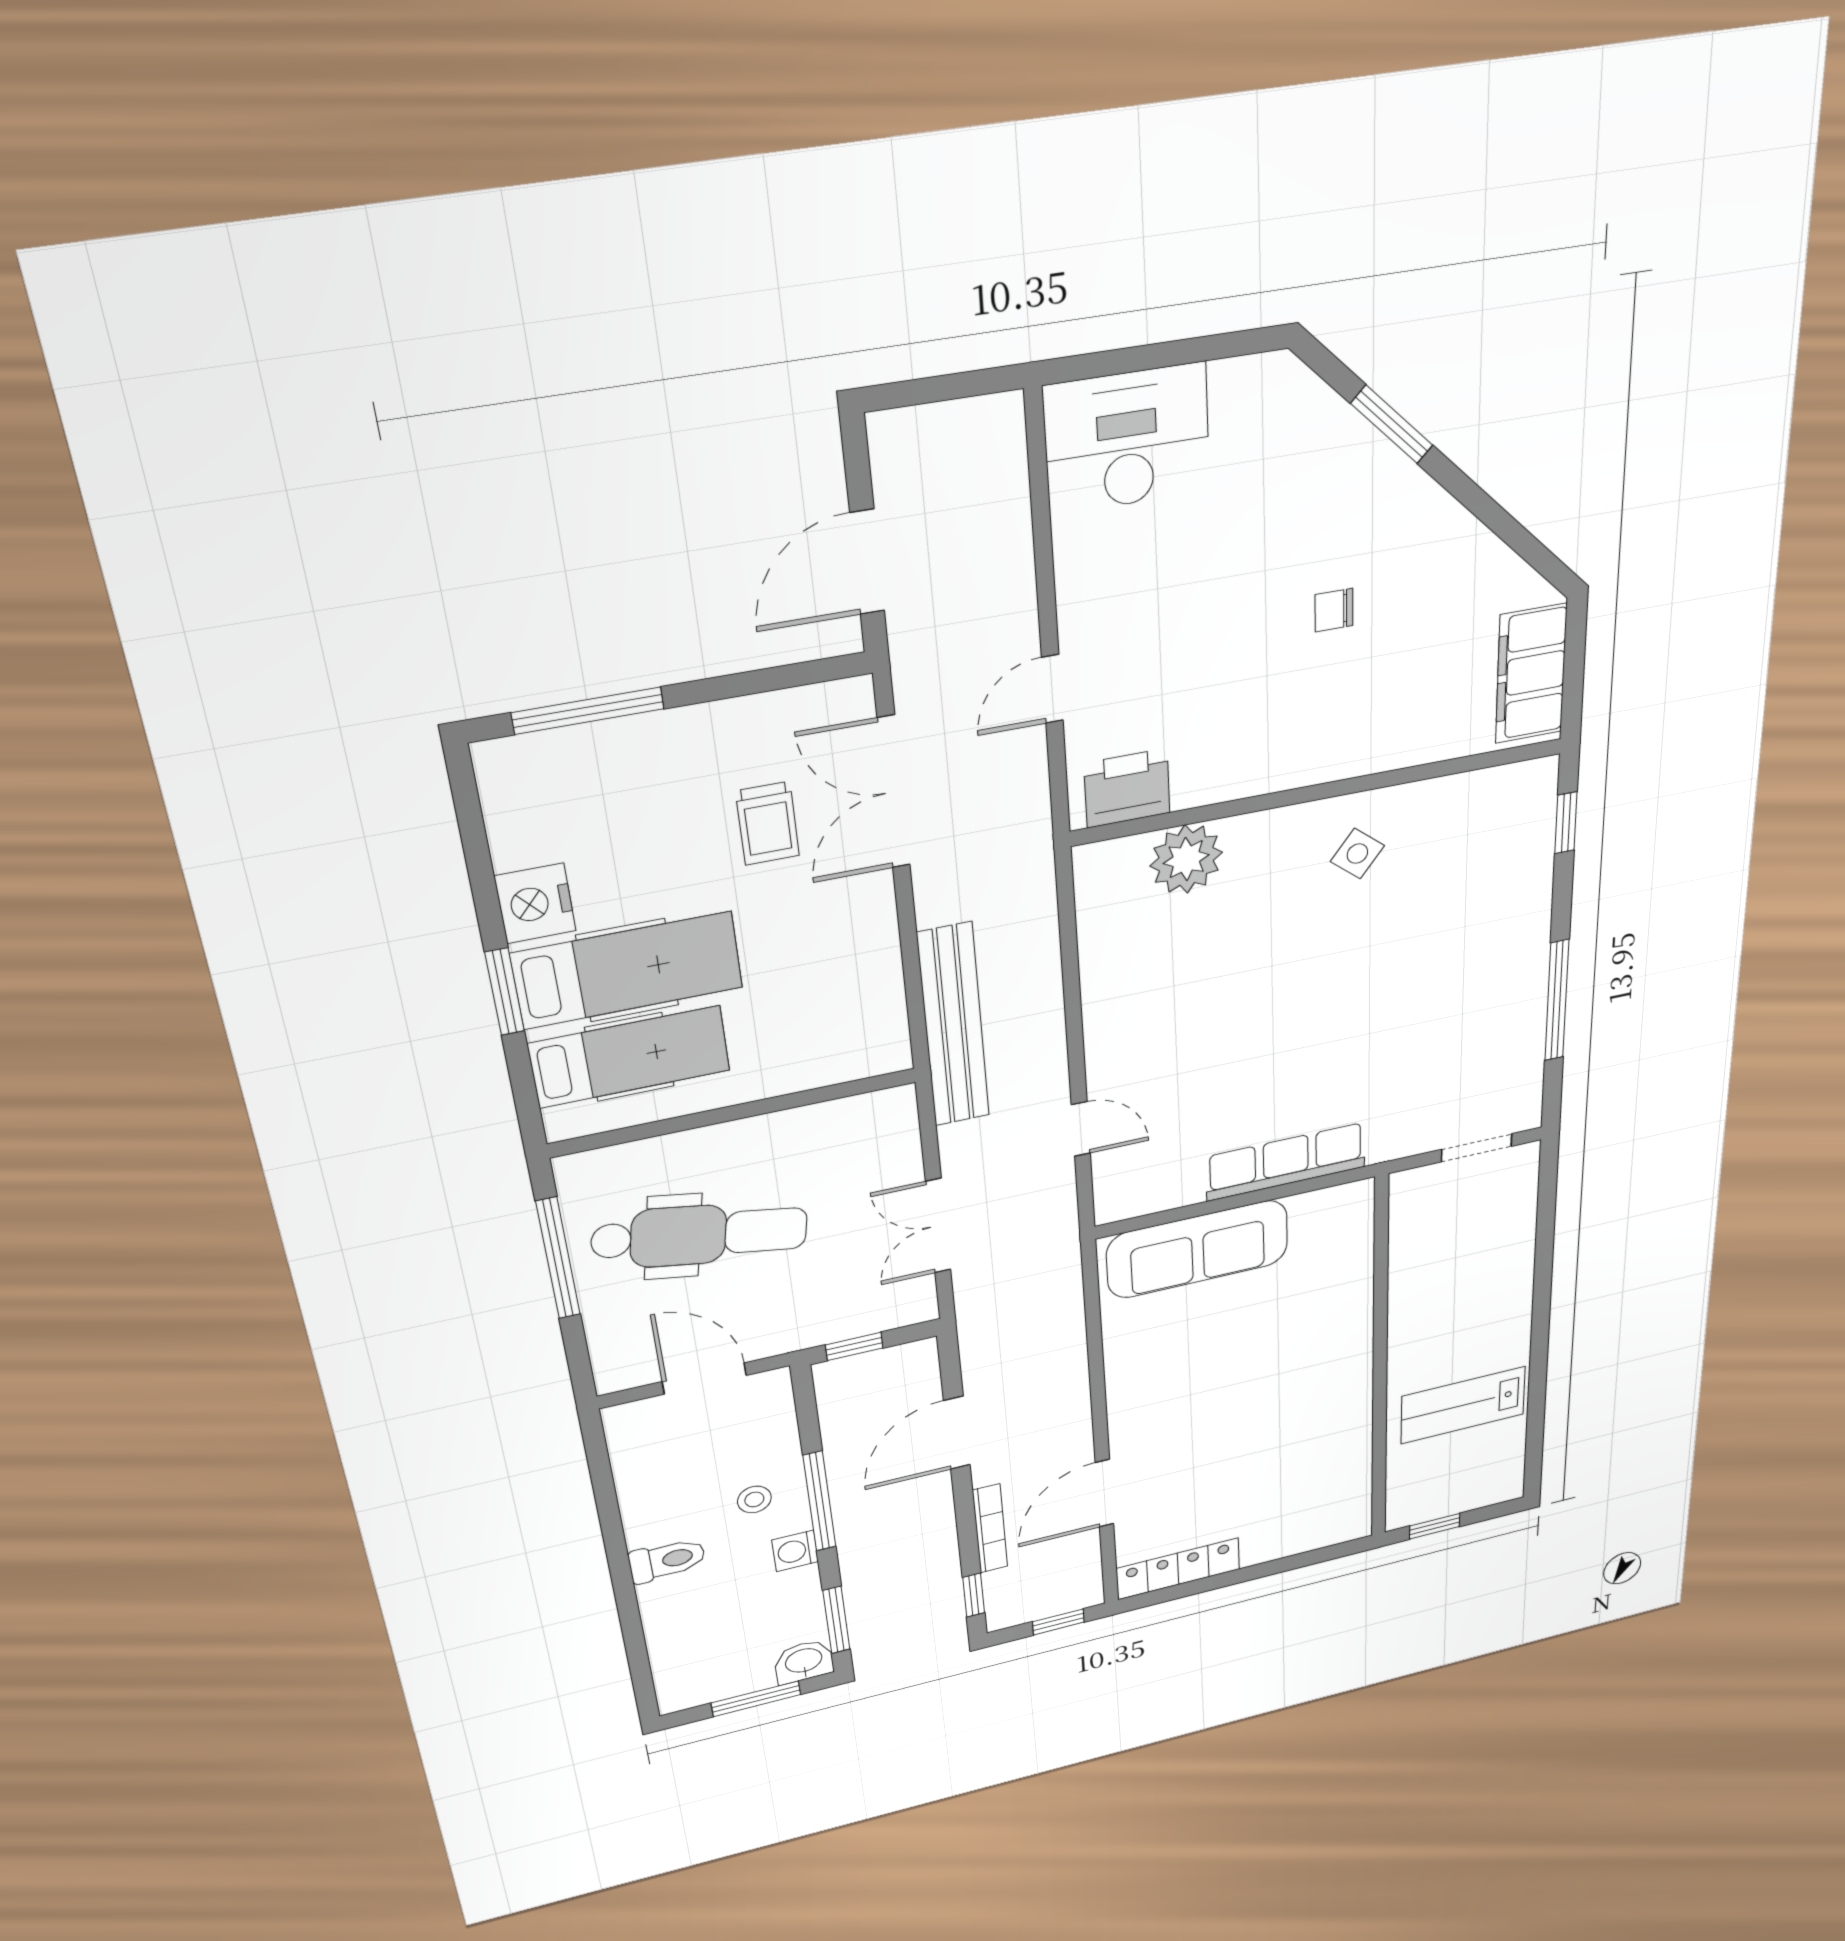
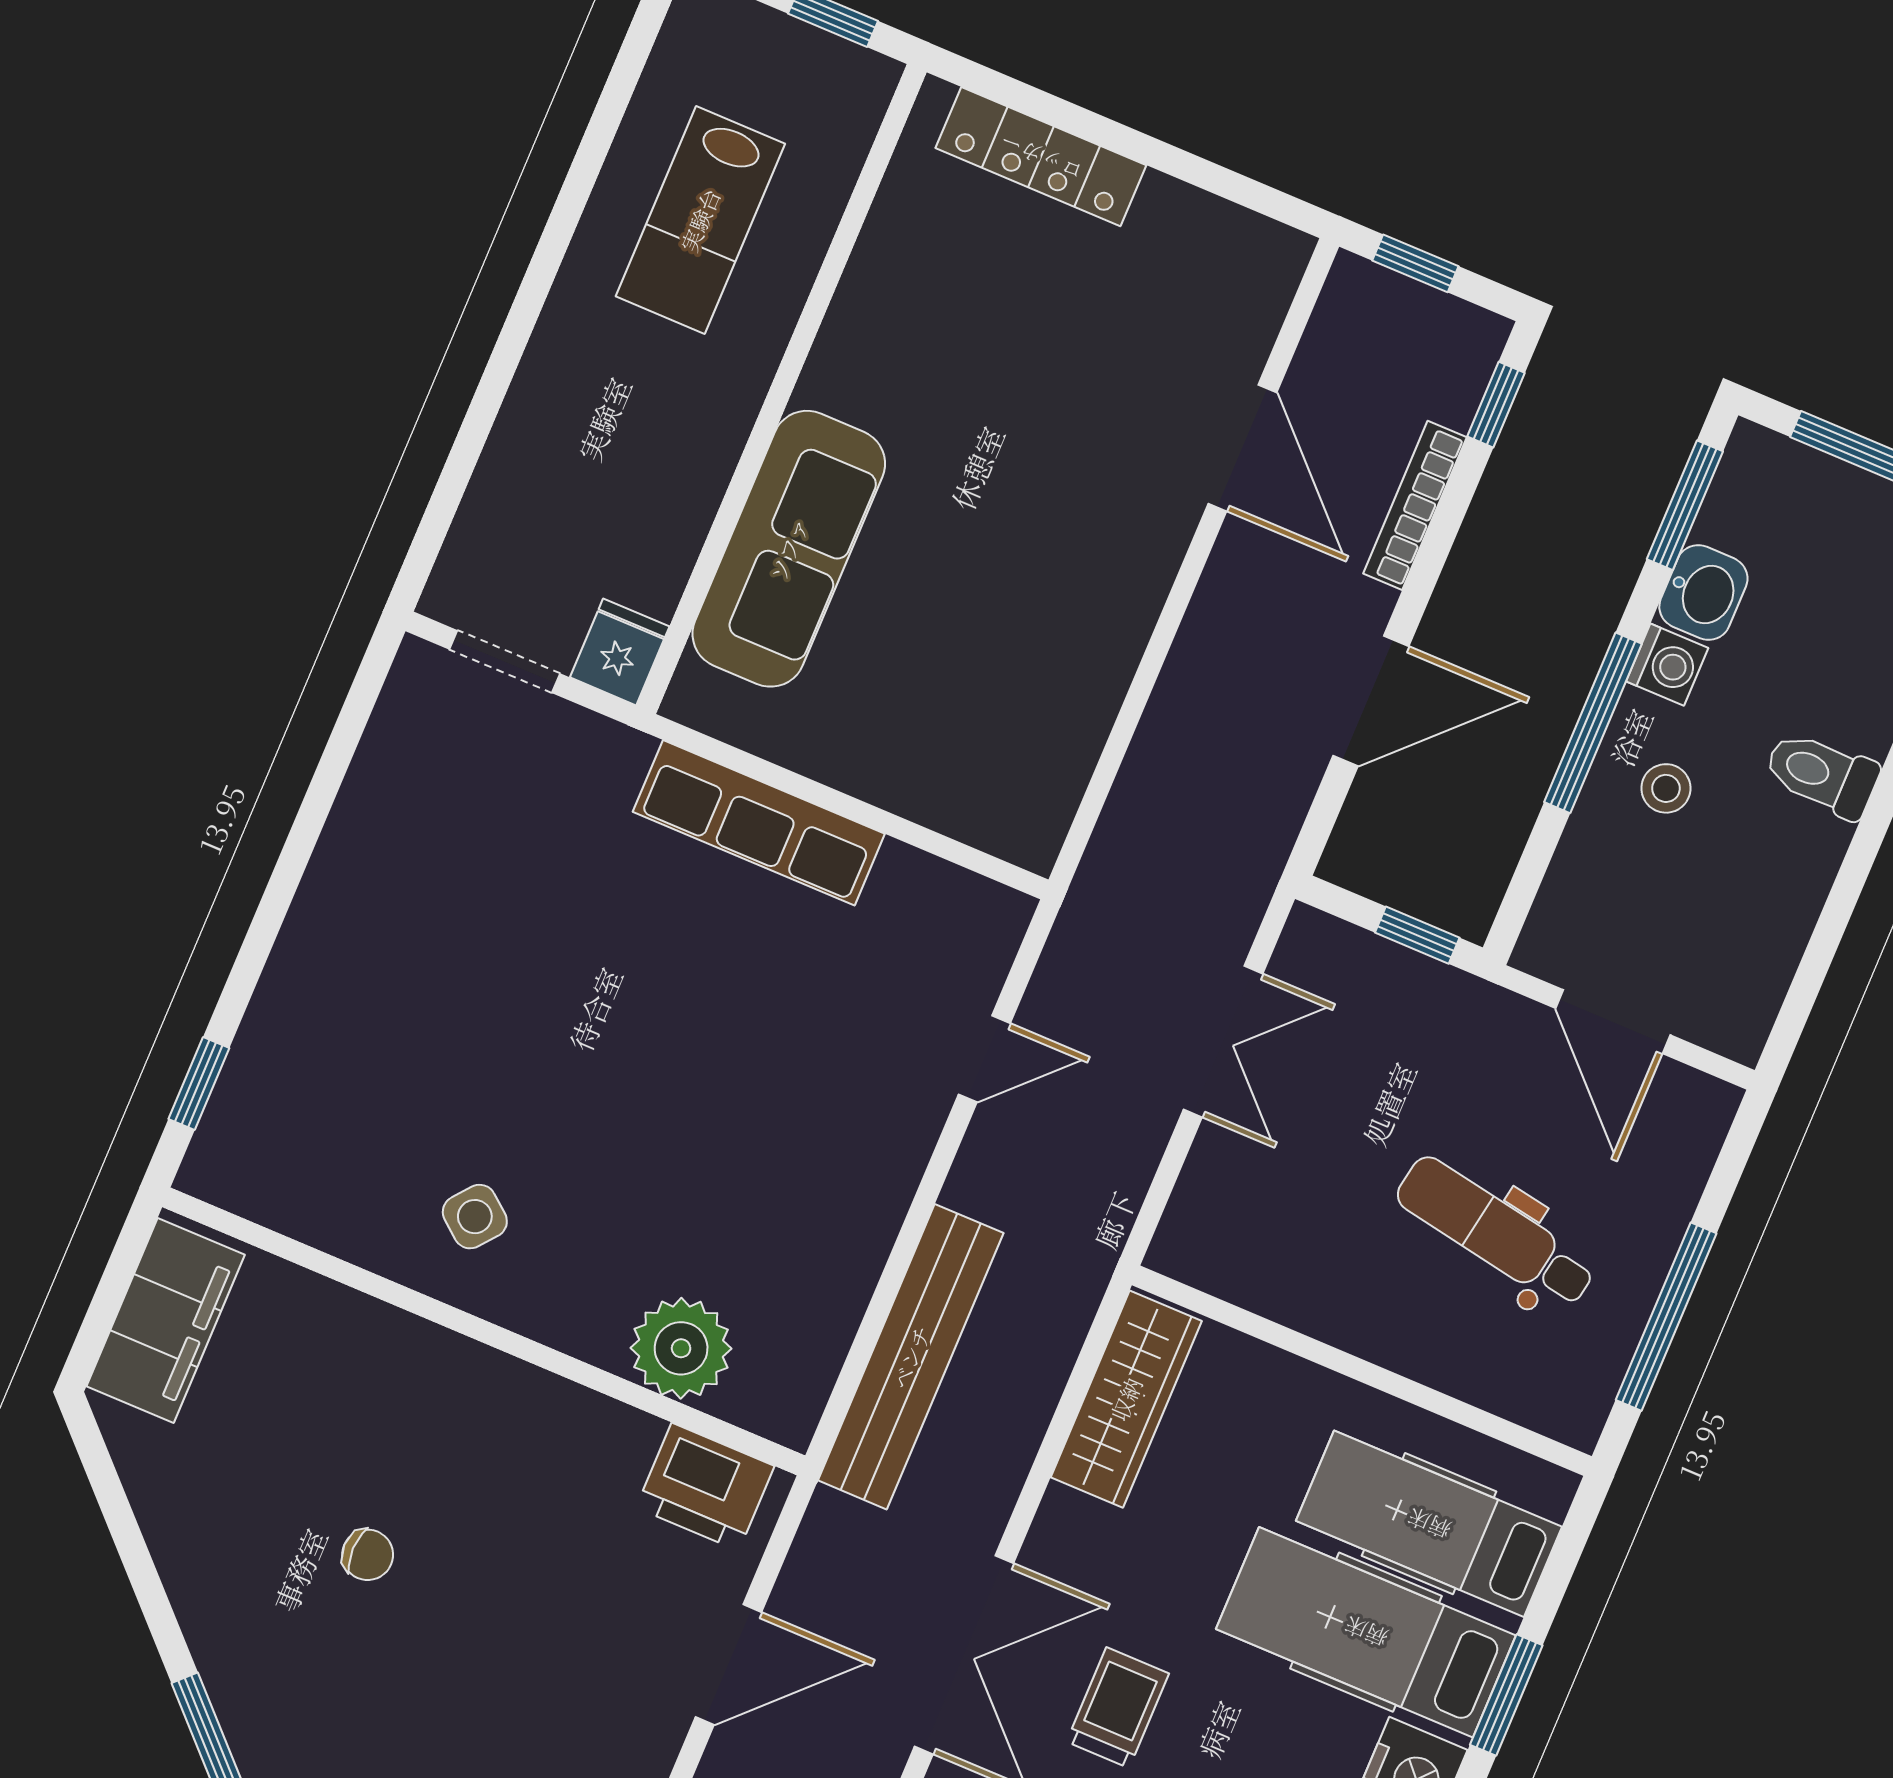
door: (1052, 689) -> (729, 1665), width x1.38
window: (1557, 1001) -> (309, 823), removed
wardrobe: (878, 1005) -> (1126, 1399), added
bench: (953, 1025) -> (911, 1357), moved
door: (1081, 1129) -> (984, 1059), swing flipped
fridge: (1411, 1192) -> (620, 652), added
dental chair: (700, 1235) -> (1496, 1232), width x0.73, depth x0.72
sofa: (1198, 1249) -> (789, 549), moved, turned 90
lab bench: (1463, 1405) -> (700, 220), turned 90
door: (1104, 1493) -> (1242, 448), hinge flipped
locker: (1178, 1569) -> (1041, 157), moved
washbasin: (804, 1661) -> (1703, 593), moved, turned -90

